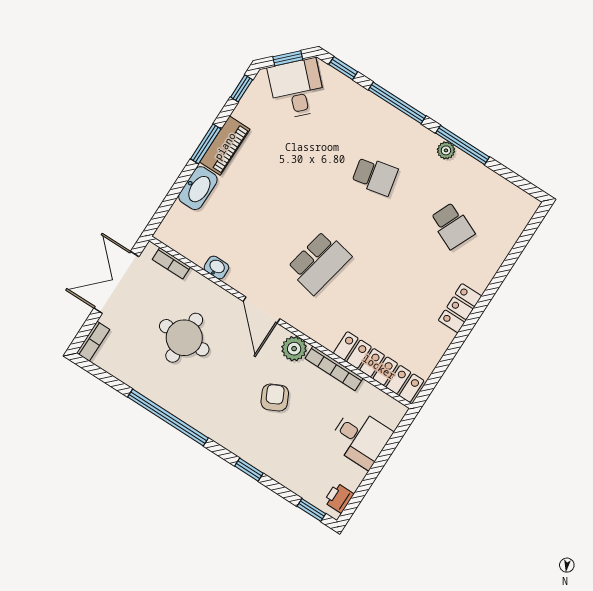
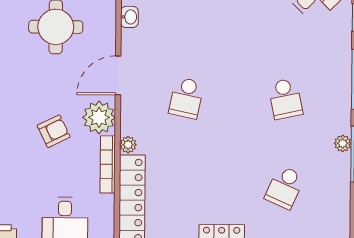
school desk: (319, 263) -> (186, 98), width x0.54
plant: (328, 340) -> (128, 145), added
plant: (294, 349) -> (99, 117), width x1.36, depth x1.36

